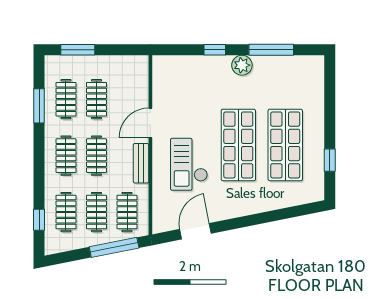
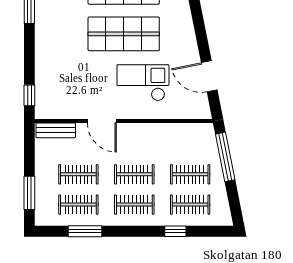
window: (215, 50) -> (29, 95), moved
plant: (242, 65) -> (45, 30), removed
bench: (141, 163) -> (56, 130), moved
checkout: (189, 164) -> (143, 83), turned 180
clothes rail: (127, 212) -> (190, 144), removed
window: (39, 220) -> (175, 231), moved

